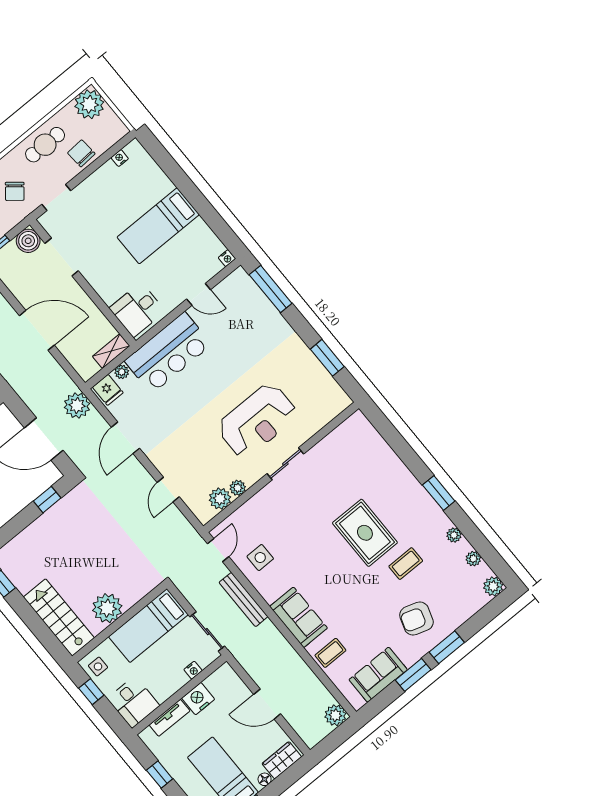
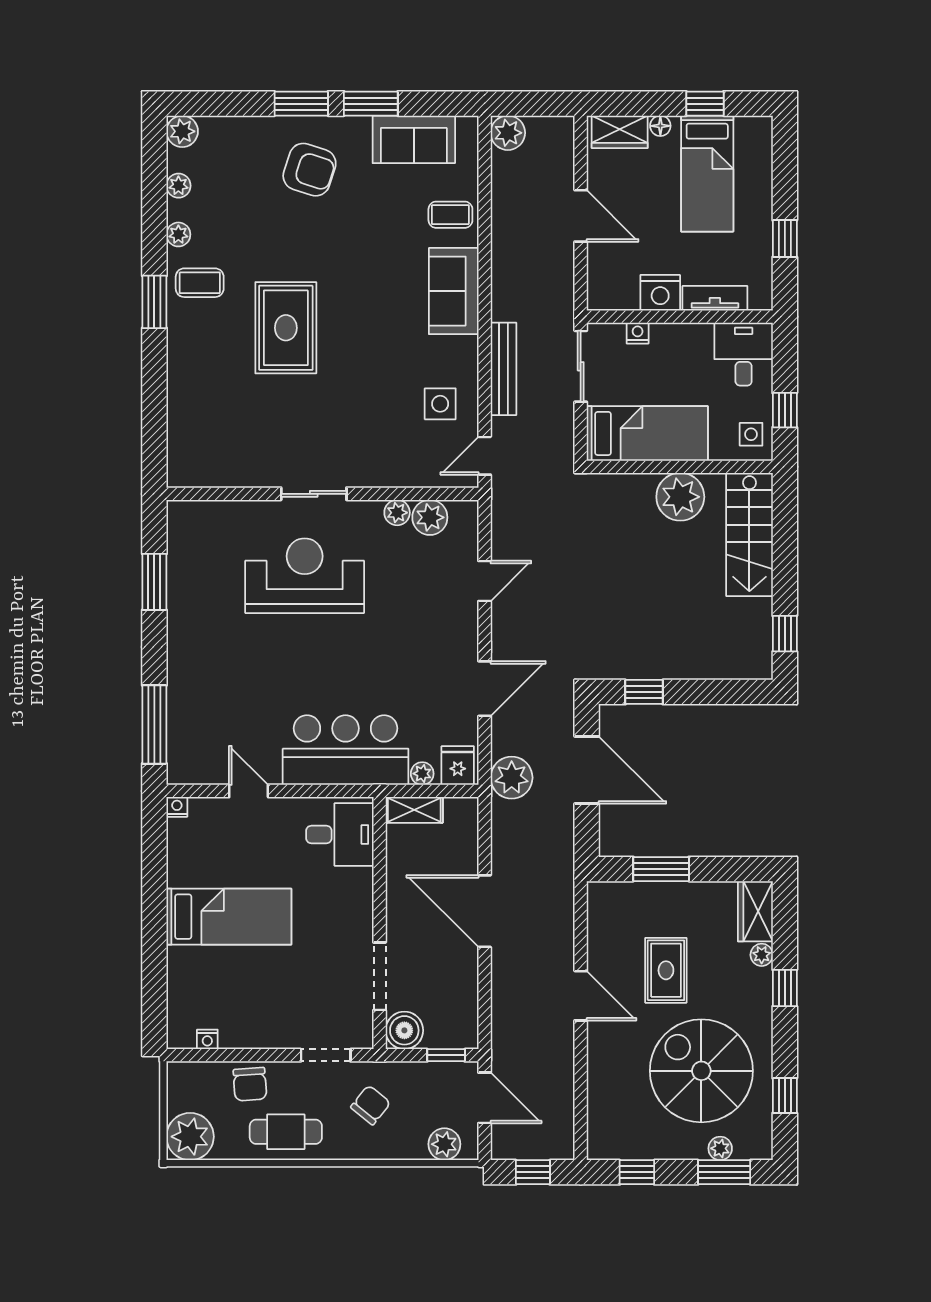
coffee table: (406, 564) -> (200, 283), moved

